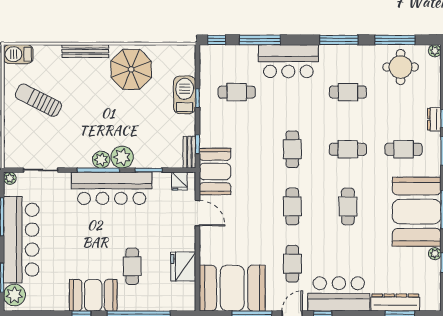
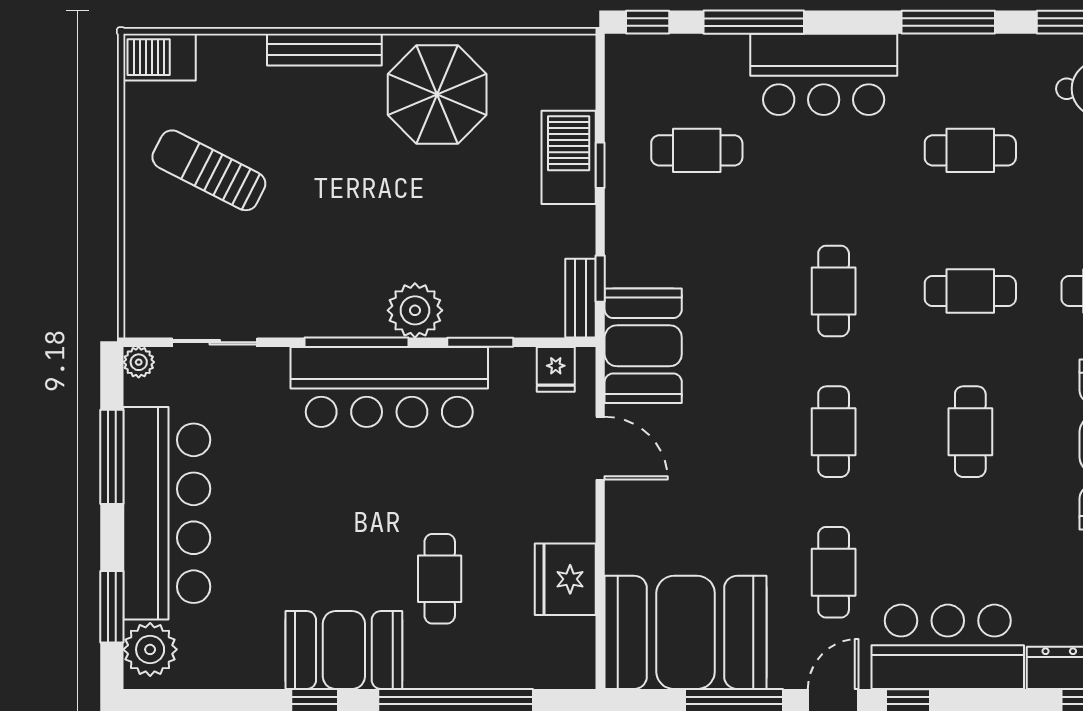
plant: (101, 160) -> (364, 317), removed

